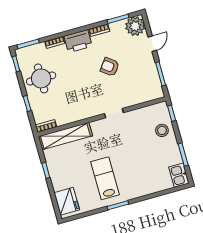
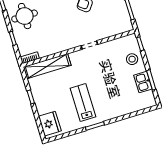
kitchen sink: (179, 175) -> (143, 82), moved

